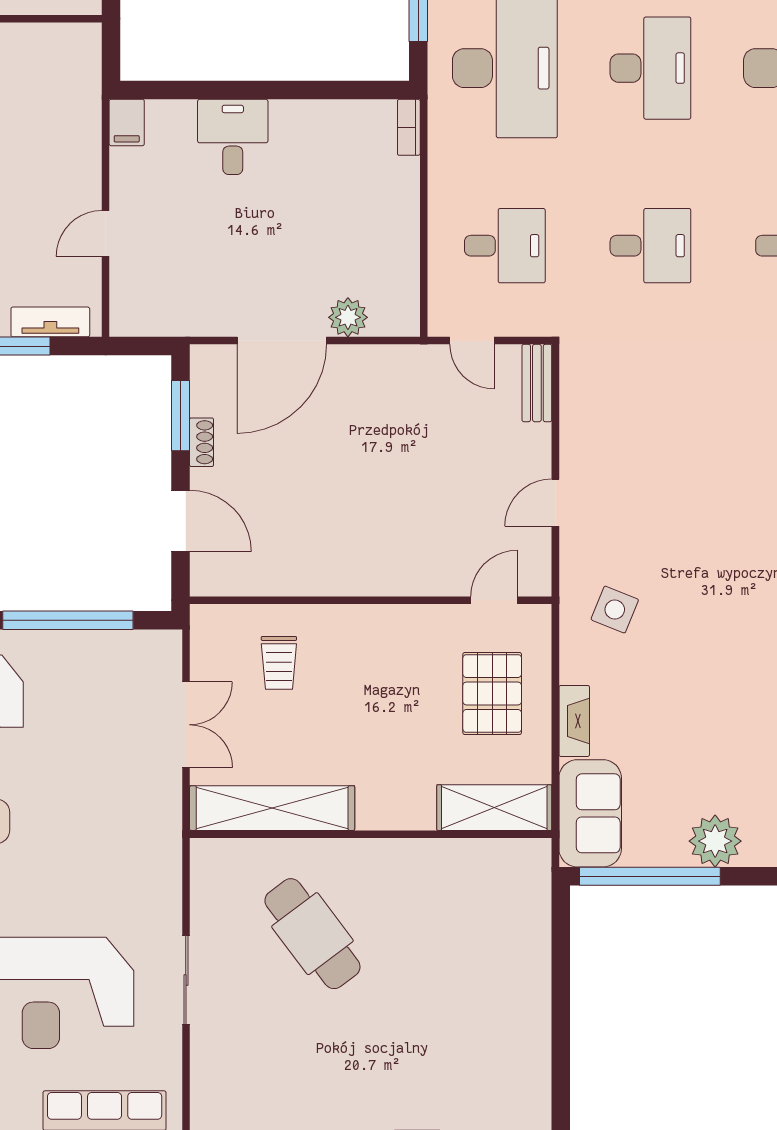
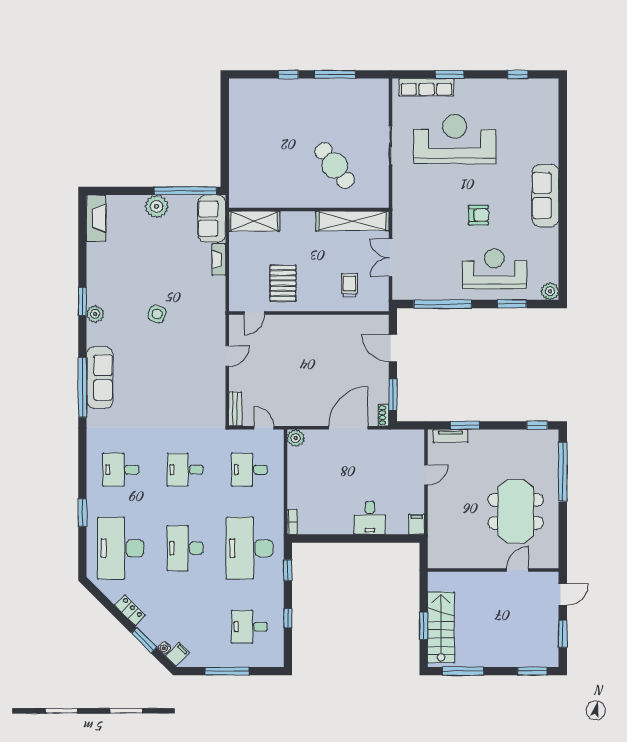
plant: (348, 317) -> (296, 438), moved
shoe rack: (202, 442) -> (384, 415), moved
side table: (615, 610) -> (157, 314), moved
pallet: (492, 693) -> (283, 283), moved

